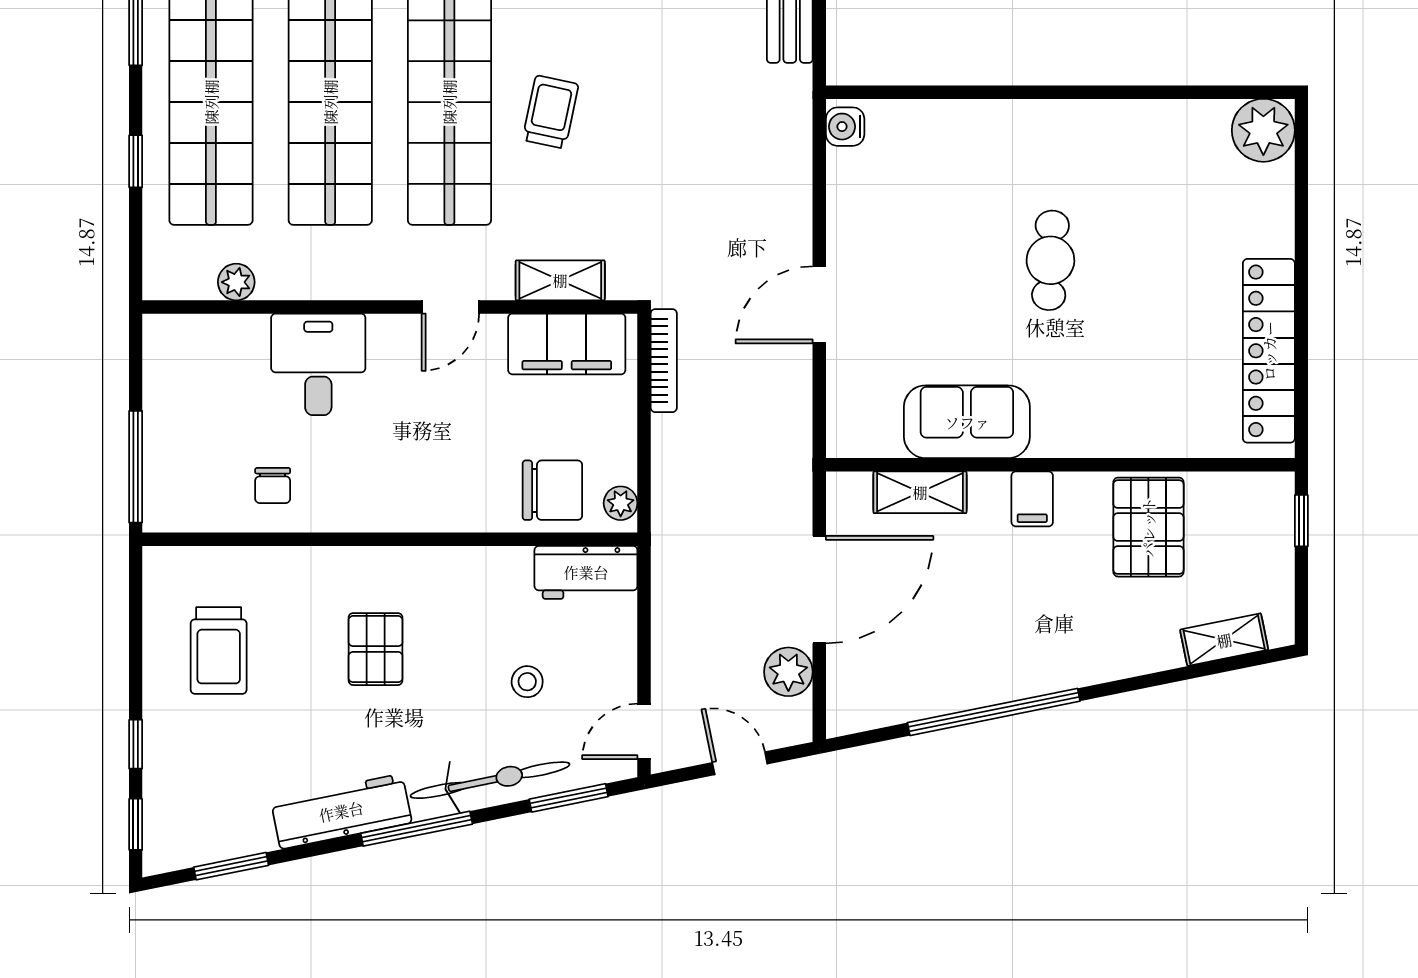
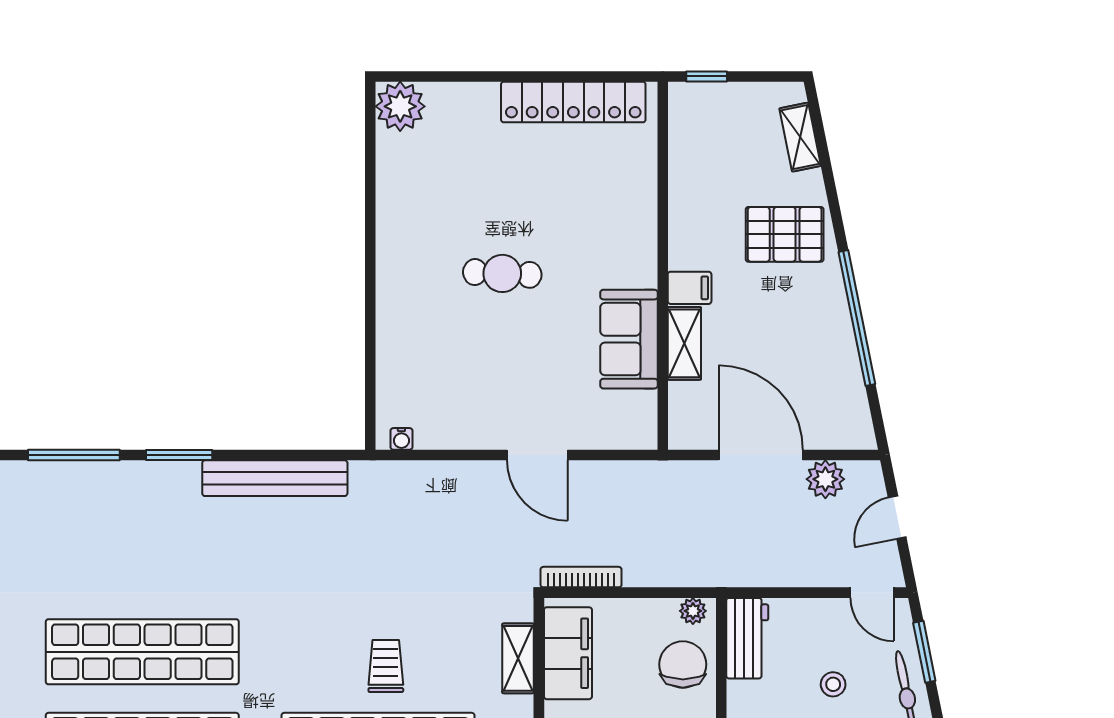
trolley: (551, 112) -> (386, 666), turned 78
water cooler: (845, 127) -> (401, 439), width x0.72, depth x0.72
shelving: (920, 492) -> (684, 343), moved
pallet: (1148, 527) -> (785, 234), moved

